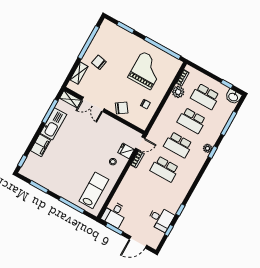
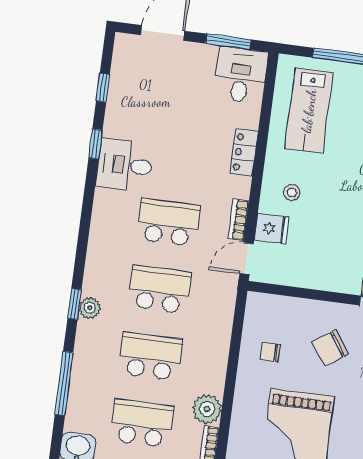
chair: (122, 108) -> (330, 348), moved
locker: (125, 184) -> (244, 153), added
desk: (161, 219) -> (125, 165), moved

